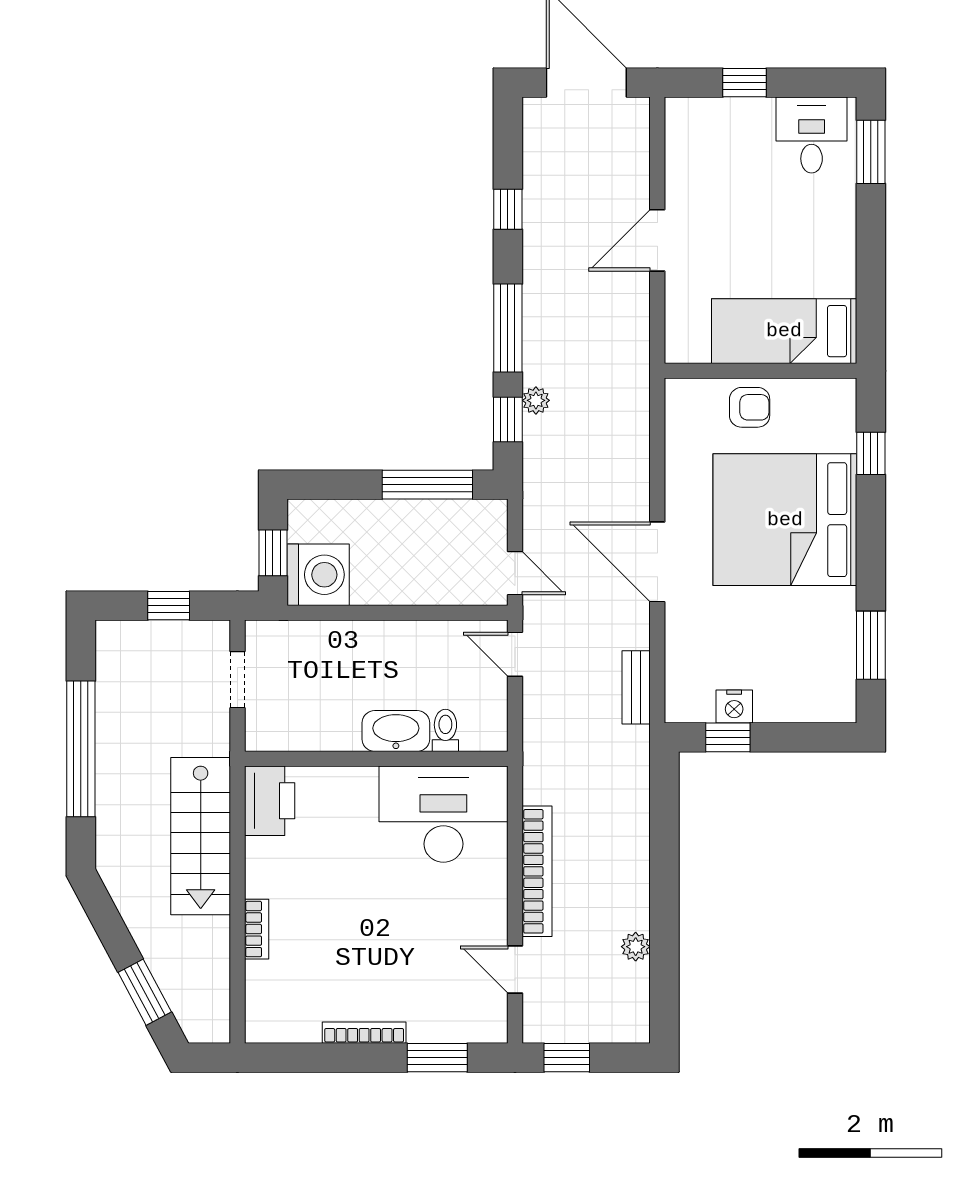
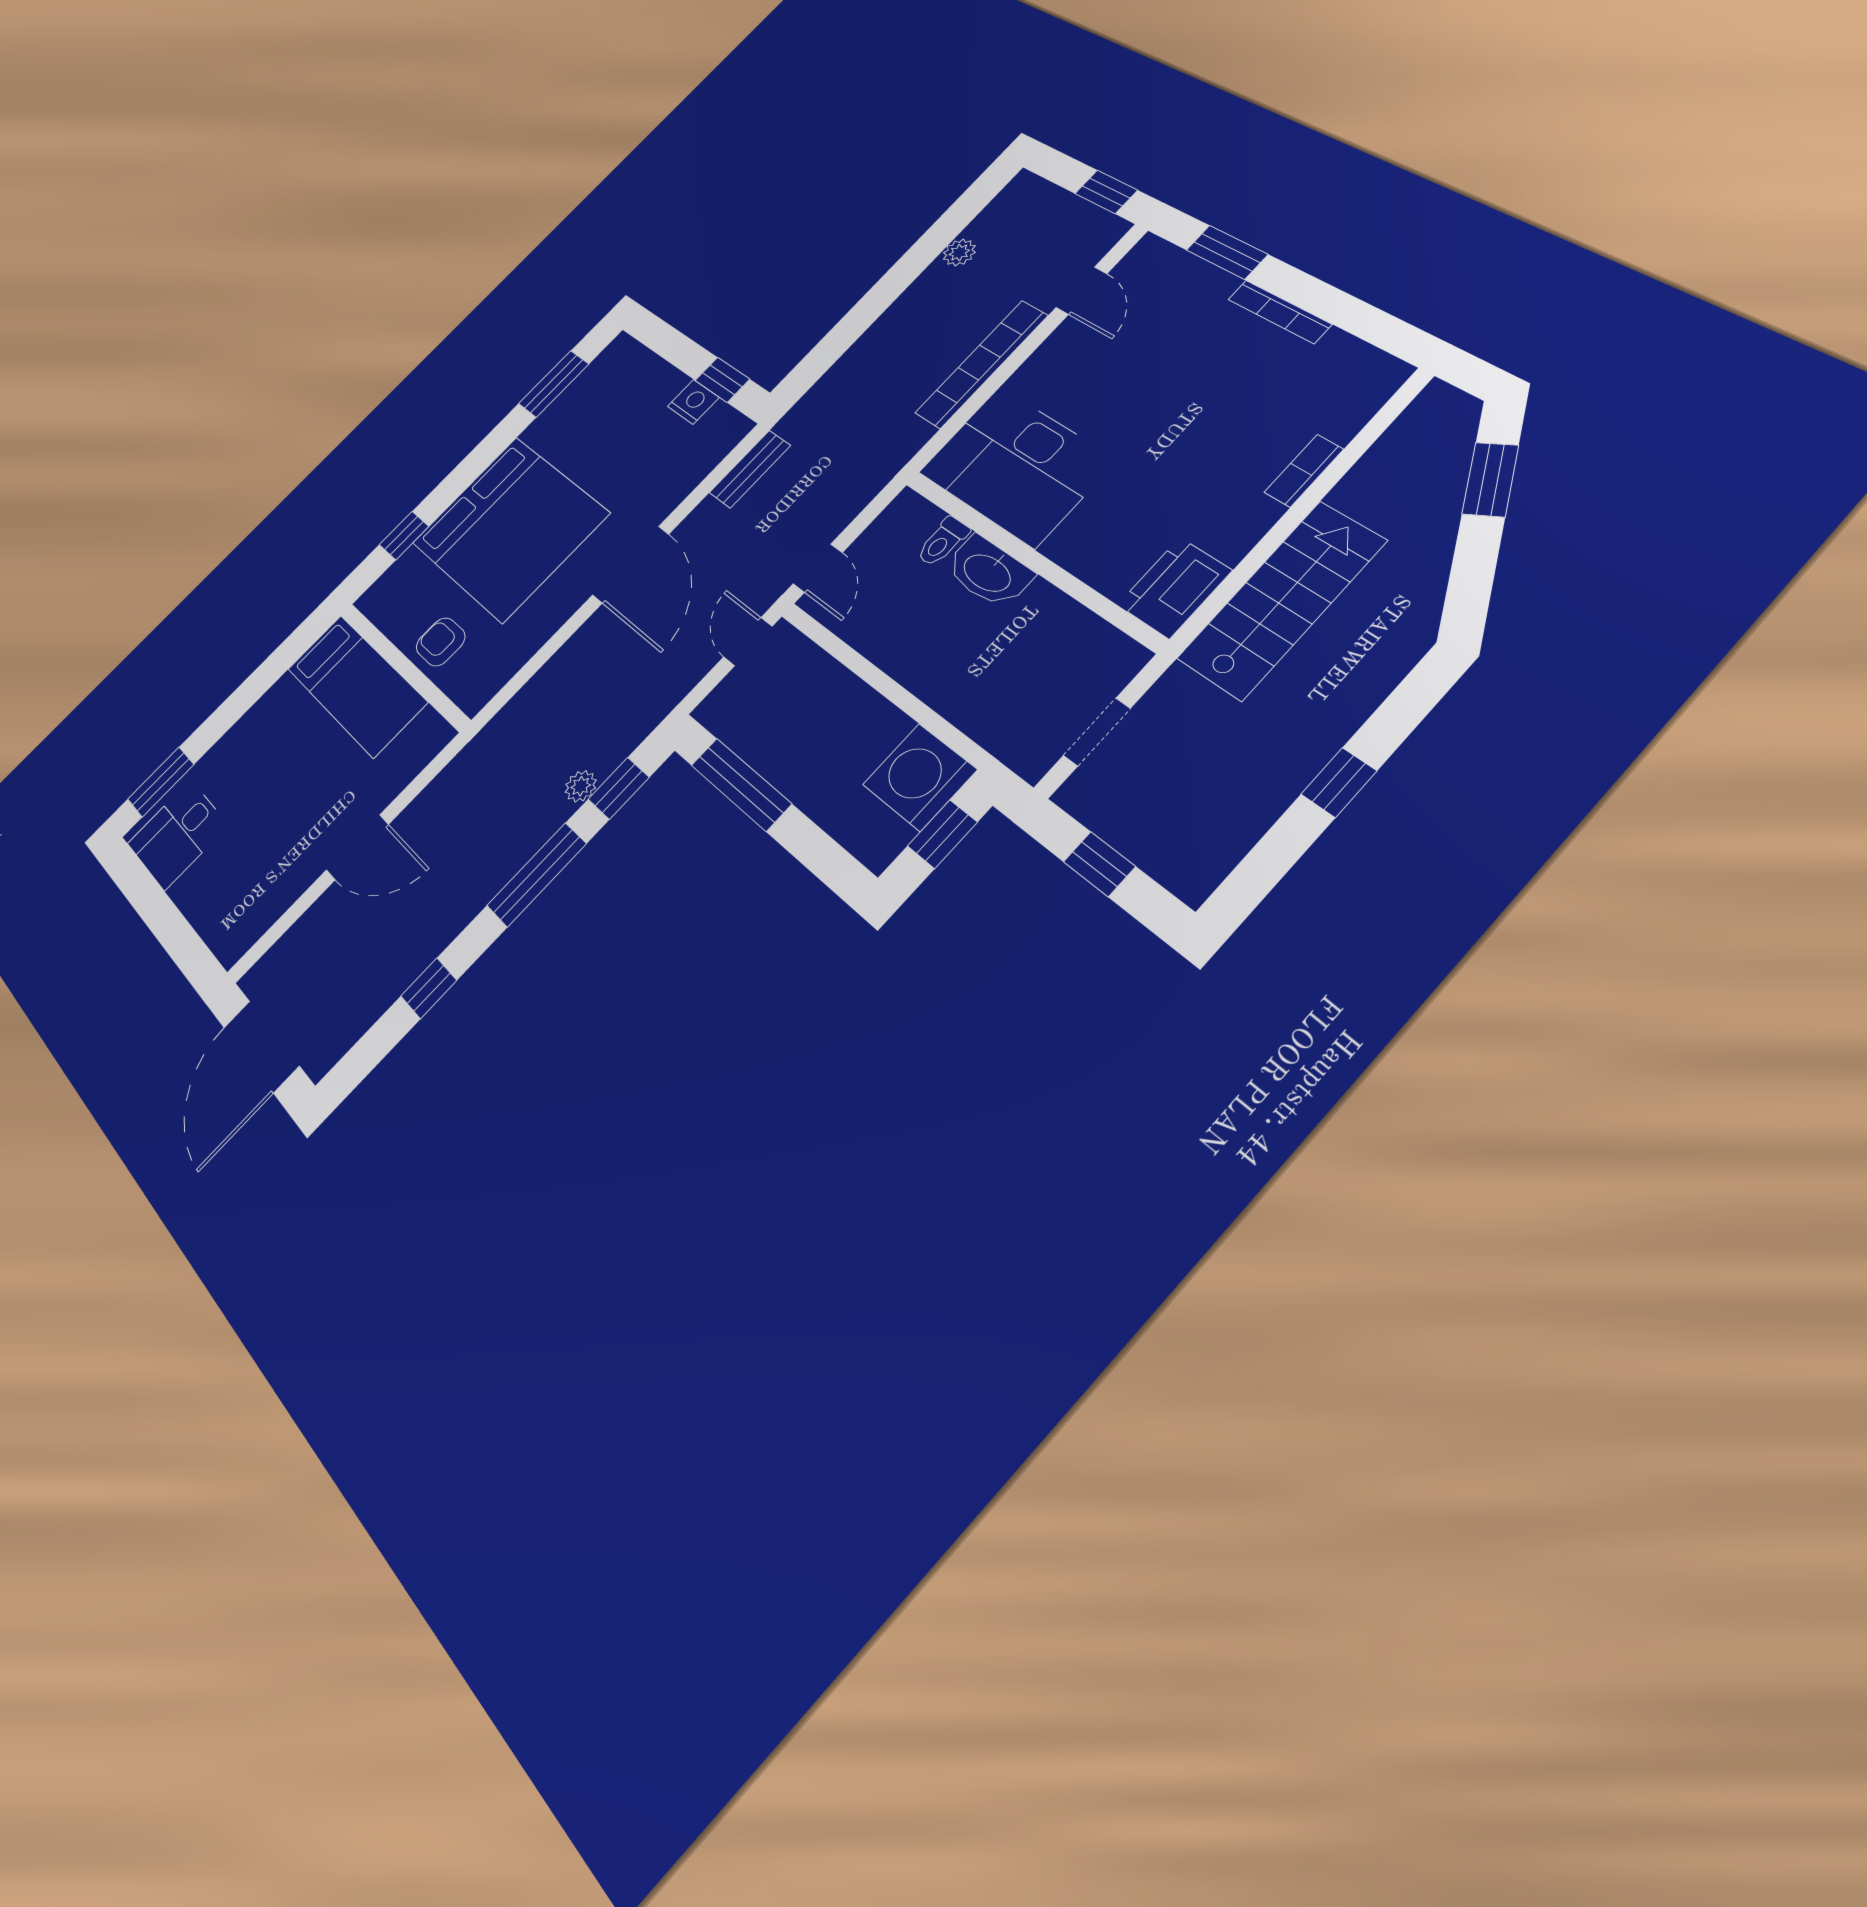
window: (744, 83) -> (169, 926), removed
window: (81, 749) -> (1339, 783), width x0.32

